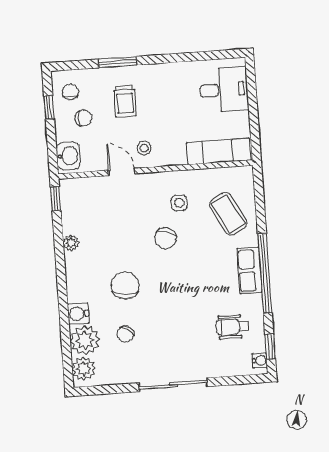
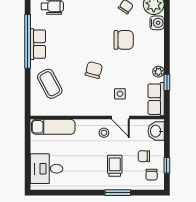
window: (56, 199) -> (167, 82), moved
row of seats: (72, 202) -> (156, 99), added
side table: (179, 203) -> (120, 94), moved
chair: (125, 285) -> (124, 40), turned -93

